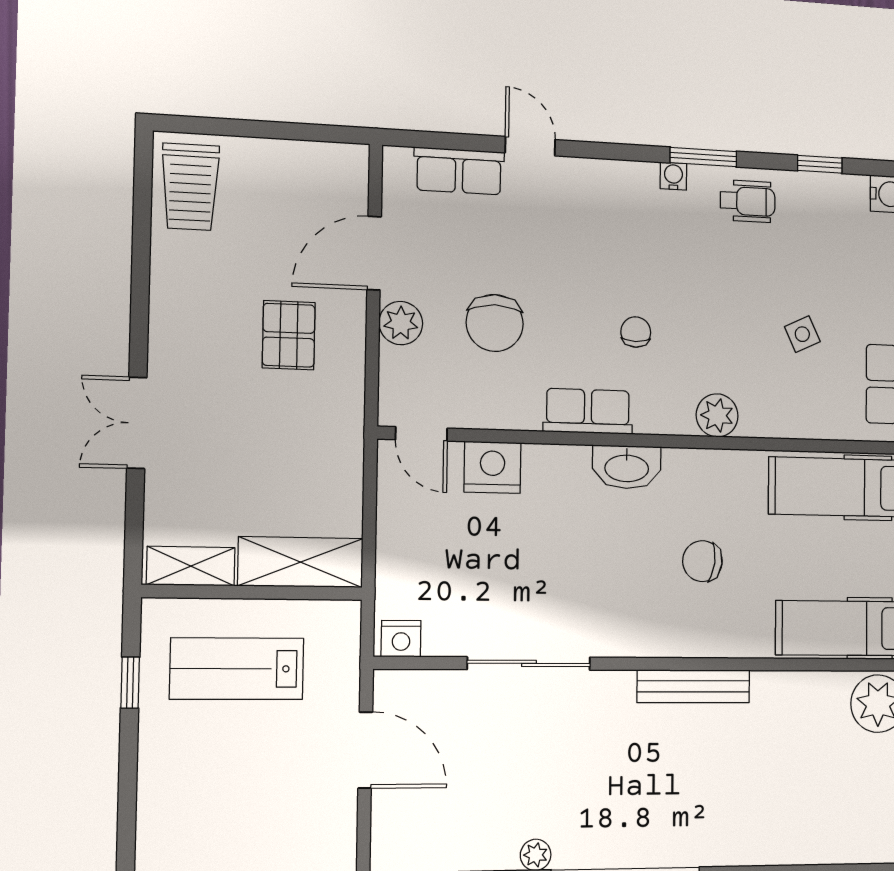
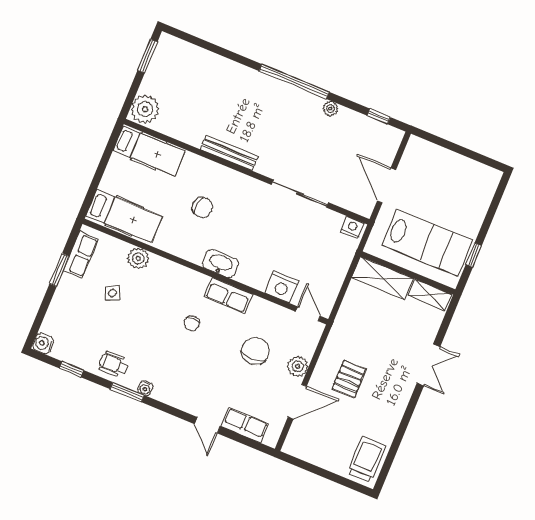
plant: (717, 415) -> (138, 258), moved
lab bench: (237, 669) -> (427, 243), width x1.36, depth x1.39

